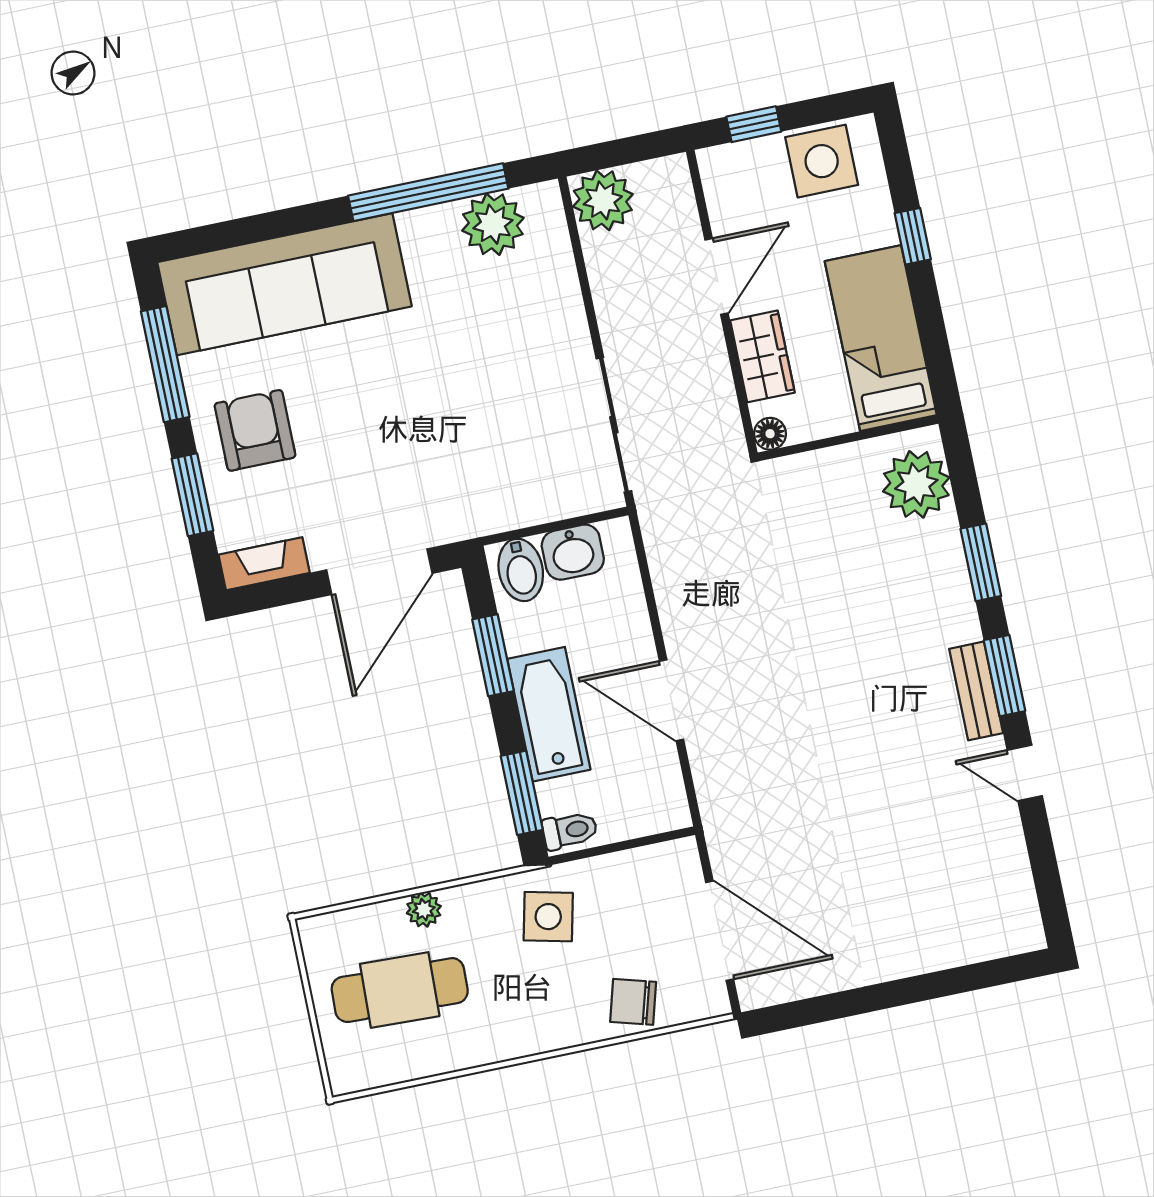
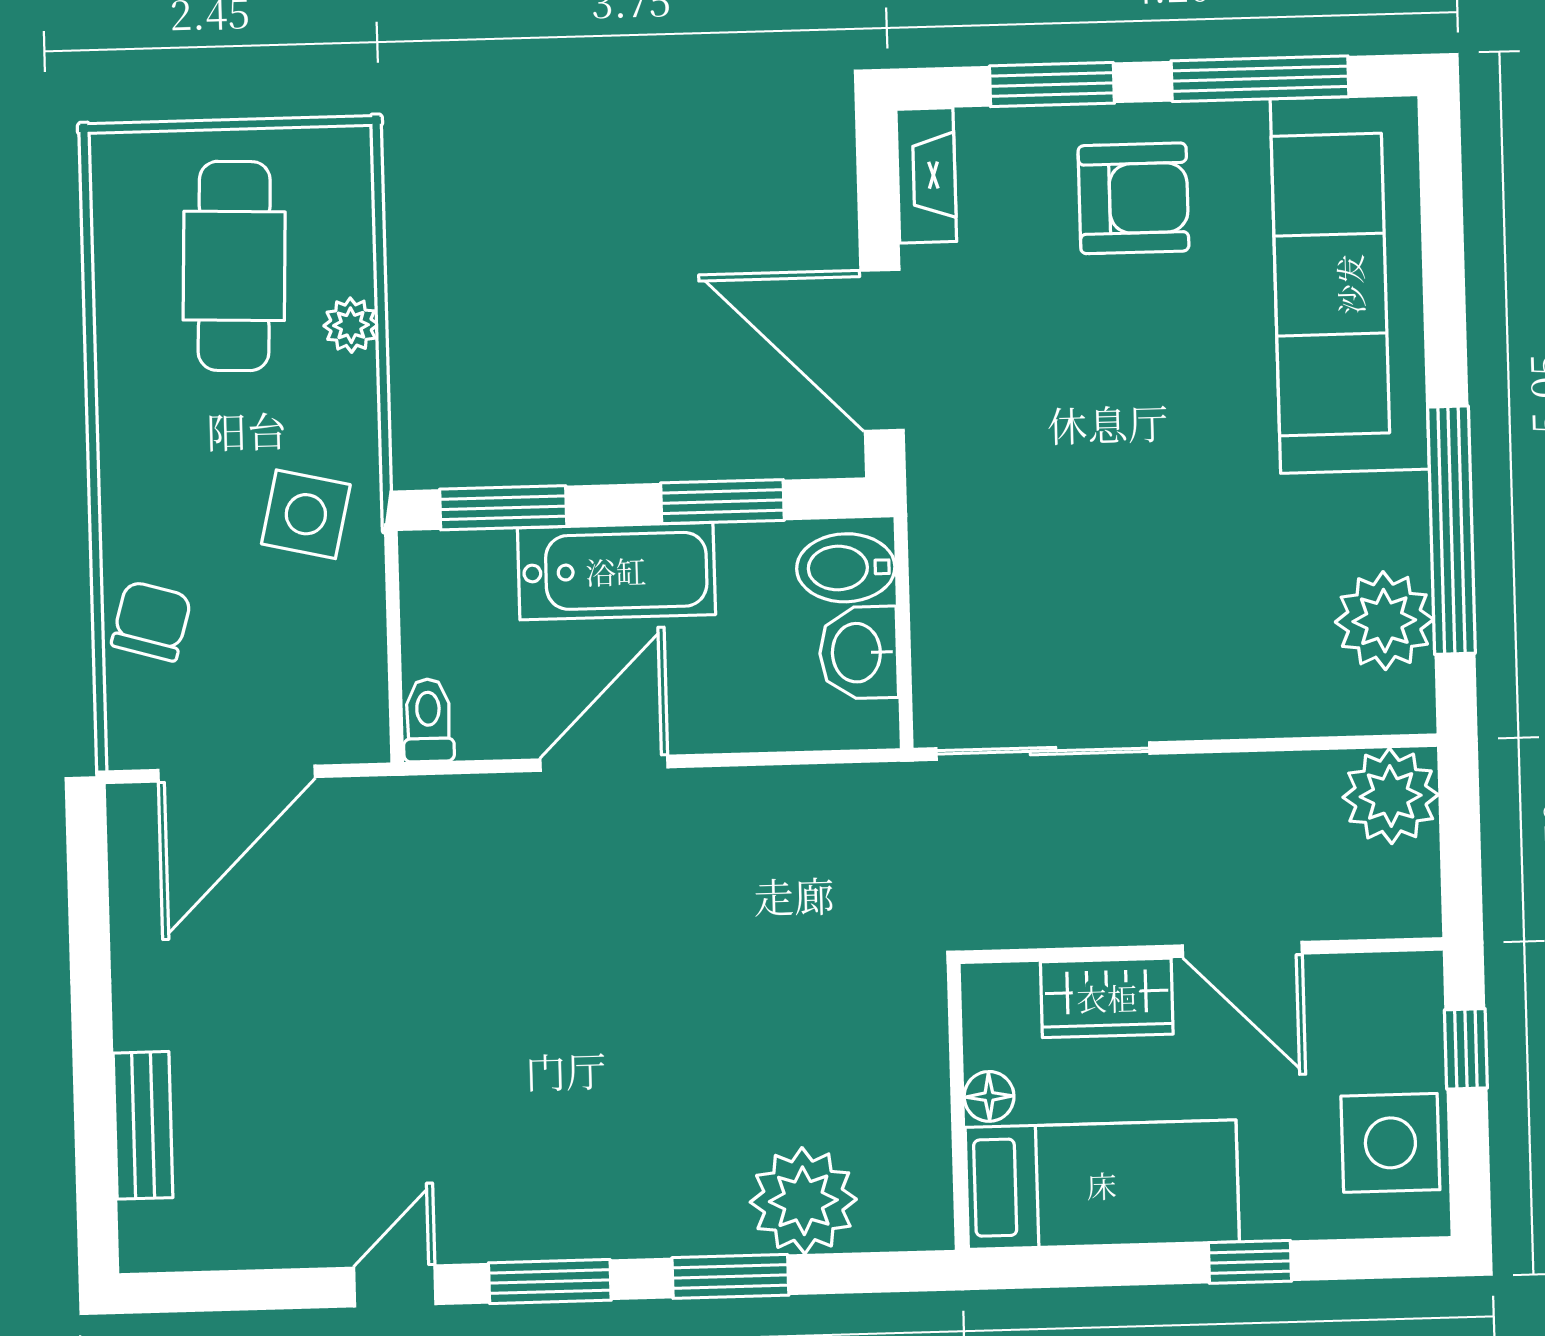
floor lamp: (770, 434) -> (989, 1096), moved
plant: (916, 484) -> (803, 1201), moved
bench: (976, 691) -> (143, 1125), moved, turned 90
toilet: (570, 830) -> (428, 720), moved, turned 180

